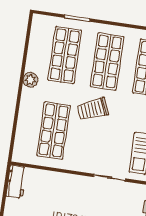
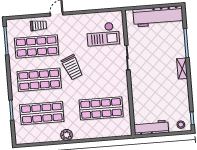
trolley: (93, 109) -> (72, 67), moved
workbench: (16, 182) -> (151, 128), width x1.38

